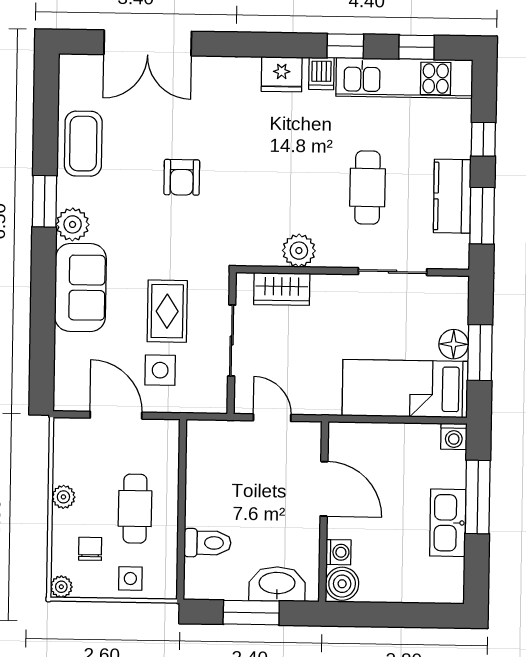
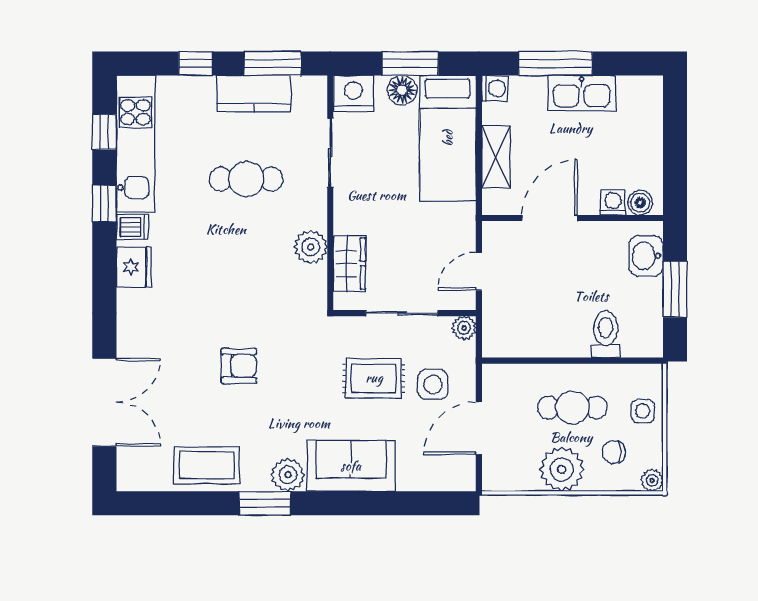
nightstand: (451, 296) -> (353, 94), added
plant: (216, 402) -> (464, 328), added
shelving: (386, 436) -> (496, 157), added
plant: (63, 497) -> (562, 469), width x1.88, depth x1.88
washbasin: (277, 584) -> (646, 256), width x0.72
boiler: (342, 584) -> (640, 203), width x0.73, depth x0.73

